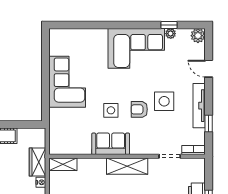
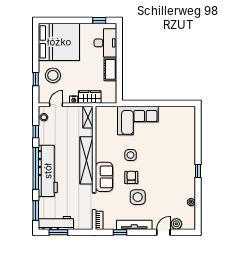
window: (169, 25) -> (198, 171), moved
plant: (198, 36) -> (176, 224), moved
corner sofa: (136, 48) -> (179, 175), removed
corner sofa: (67, 82) -> (138, 120), moved
sofa: (111, 144) -> (104, 177), moved
shelving: (127, 166) -> (86, 160), width x1.47

